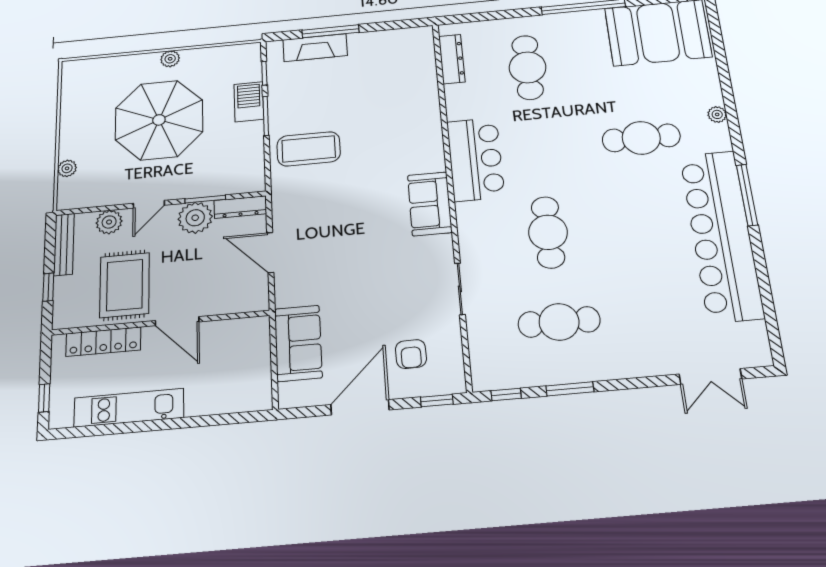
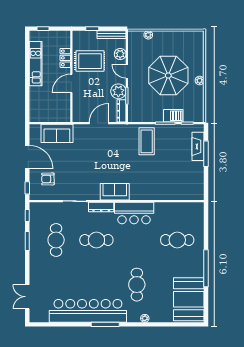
dresser: (452, 59) -> (101, 207), moved
locker: (103, 342) -> (65, 58), width x0.66

